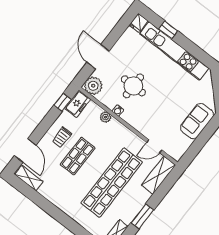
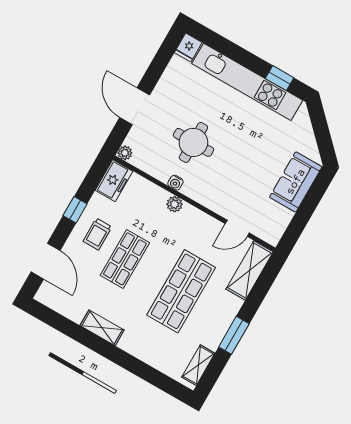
window: (168, 30) -> (280, 78), moved
plant: (93, 86) -> (125, 153), width x0.53, depth x0.53
window: (63, 102) -> (75, 210), moved
plant: (105, 117) -> (175, 204), moved
shelving: (29, 178) -> (102, 328), moved
shop shelf: (112, 183) -> (181, 291), width x0.71

